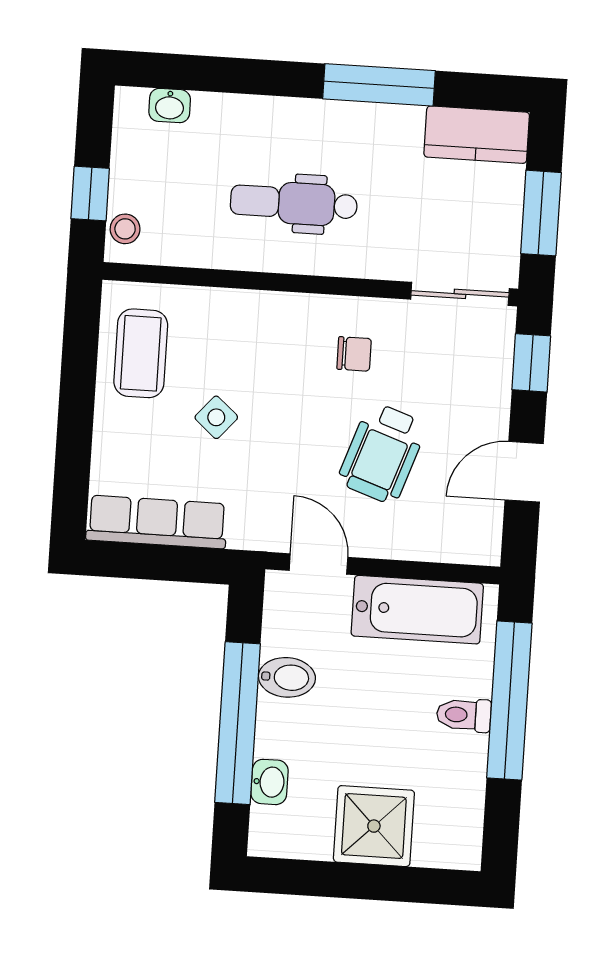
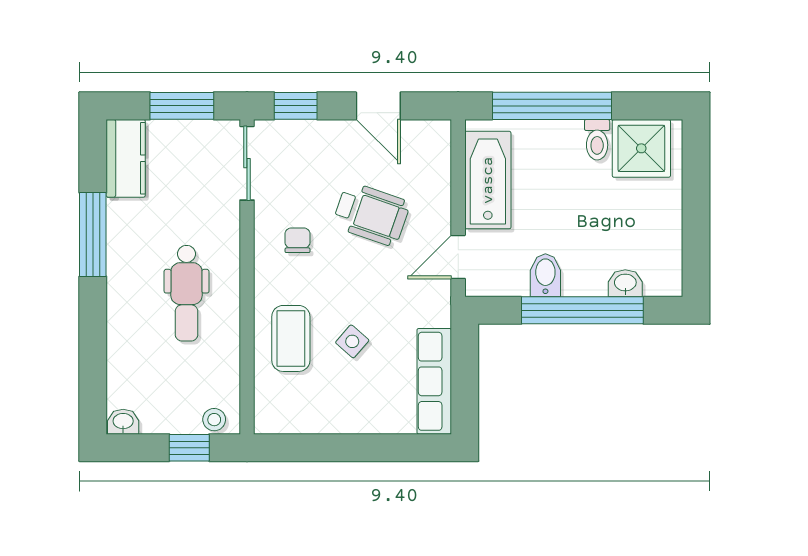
washbasin: (170, 106) -> (123, 422), moved, turned -90
coffee table: (141, 353) -> (291, 338), moved, turned 90
toilet: (464, 715) -> (597, 140), moved
shower: (374, 826) -> (641, 148), moved

